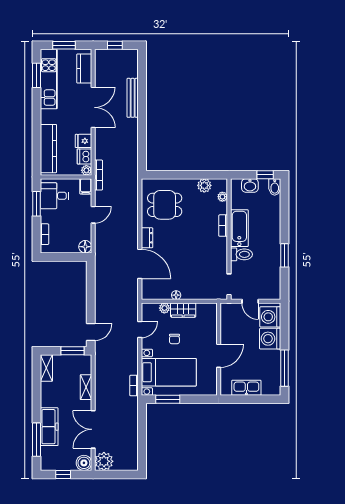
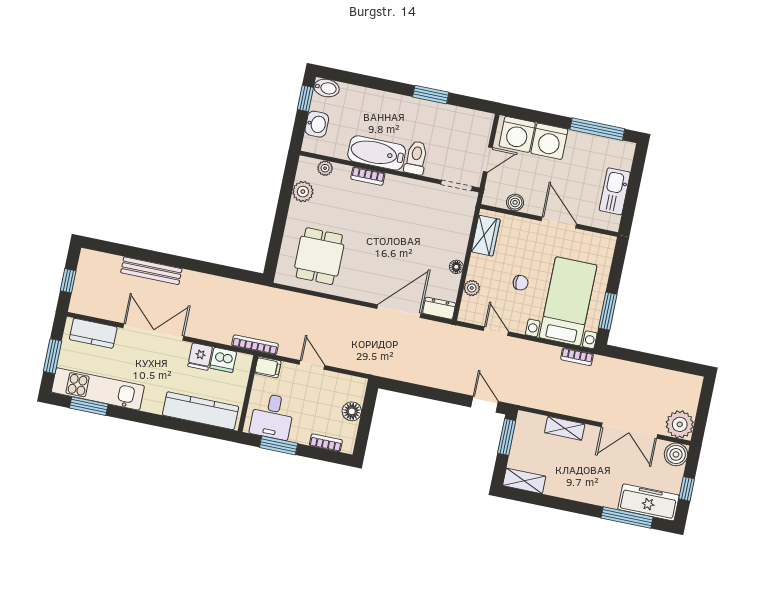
plant: (86, 170) -> (244, 361), removed
dresser: (147, 238) -> (439, 308), moved
floor lamp: (85, 247) -> (352, 411), moved
wardrobe: (183, 310) -> (486, 236), moved
boiler: (226, 325) -> (515, 202), added
freezer: (49, 427) -> (648, 502), moved

